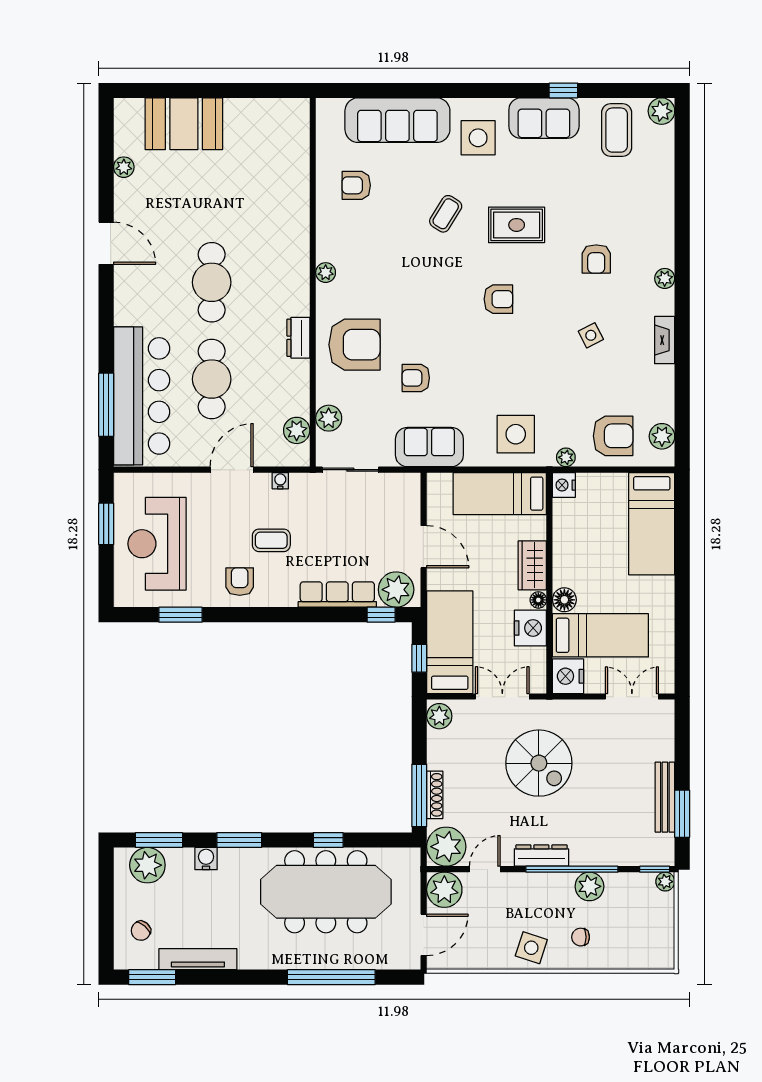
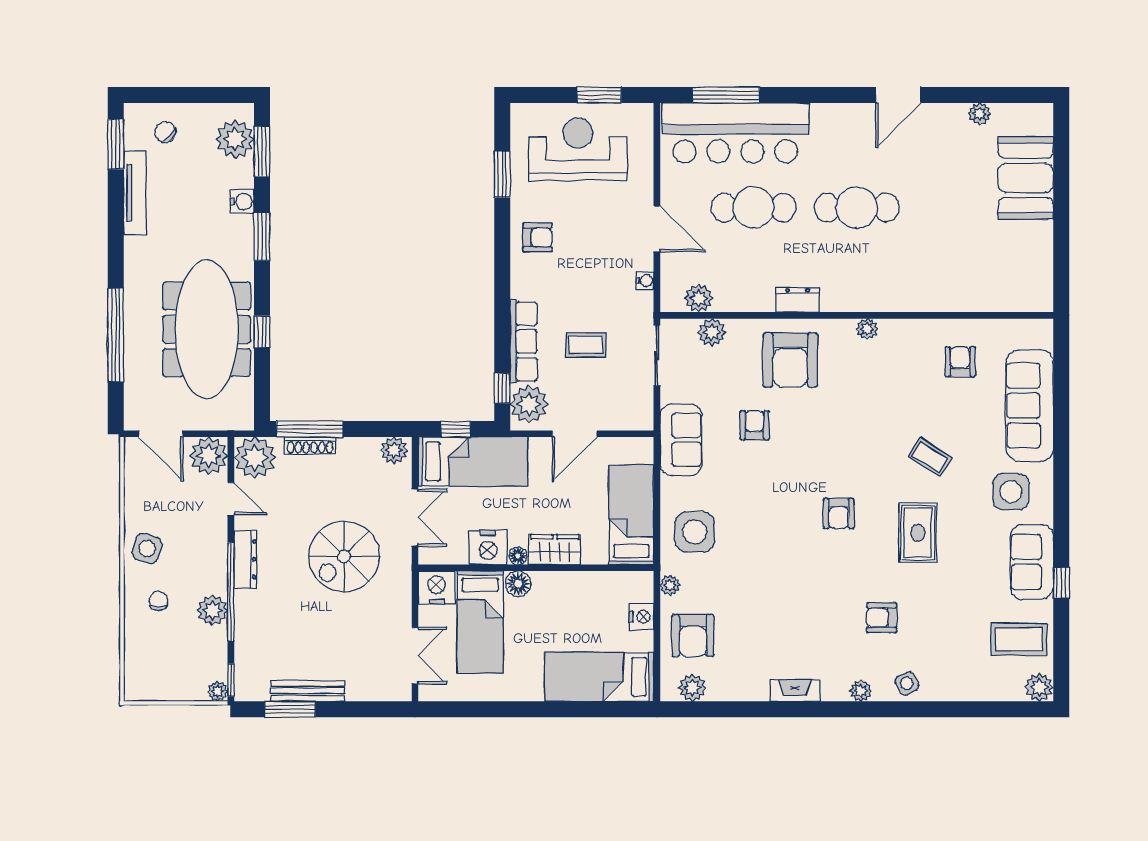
side table: (591, 335) -> (907, 683), moved
nightstand: (564, 485) -> (642, 617), moved, turned 90
coffee table: (271, 540) -> (586, 345), moved, turned 90

